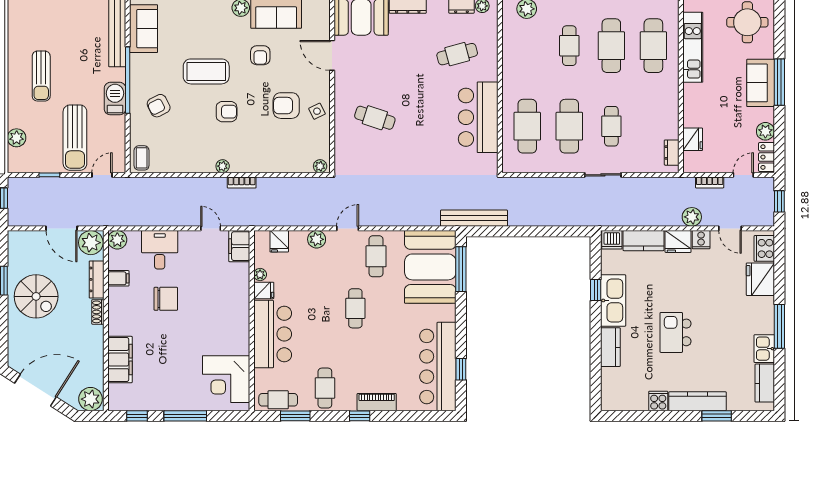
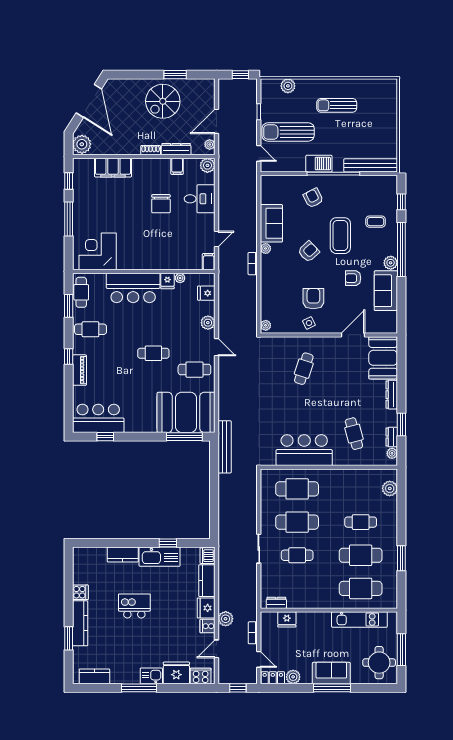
sofa: (144, 29) -> (271, 223), moved, turned -90
armchair: (227, 112) -> (309, 252), turned -133
coffee table: (142, 158) -> (376, 222), moved
plant: (91, 243) -> (210, 144), width x0.53, depth x0.53
filing cabinet: (239, 246) -> (209, 262), width x0.50
kitchen sink: (764, 349) -> (151, 676), moved
bar counter: (438, 367) -> (98, 418), width x0.73

